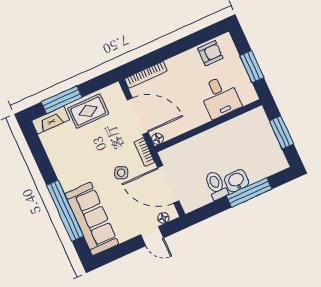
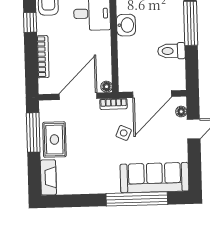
window: (188, 43) -> (30, 22), added
bookcase: (146, 75) -> (43, 57), moved
window: (62, 100) -> (33, 132), moved
washbasin: (237, 181) -> (126, 25), moved, turned 180

